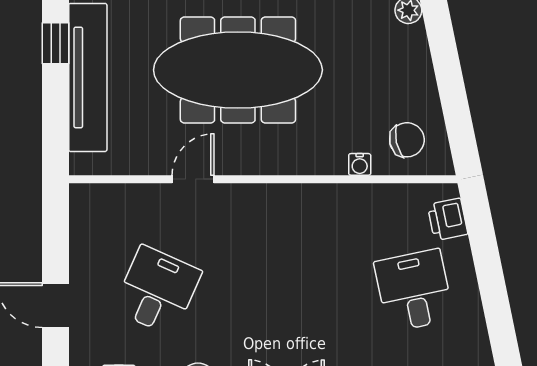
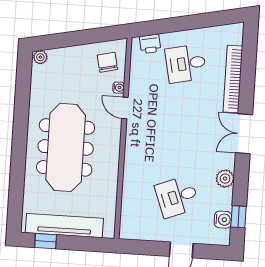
door: (193, 179) -> (125, 108), moved
desk: (157, 290) -> (177, 197), turned -45

